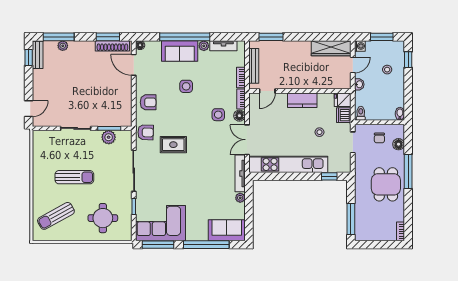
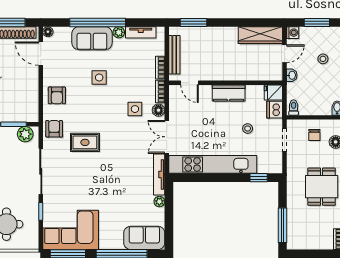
door: (267, 91) -> (190, 83), hinge flipped
armchair: (148, 102) -> (57, 95), turned 90
armchair: (146, 132) -> (54, 129), turned -92
plant: (109, 137) -> (25, 134), moved

